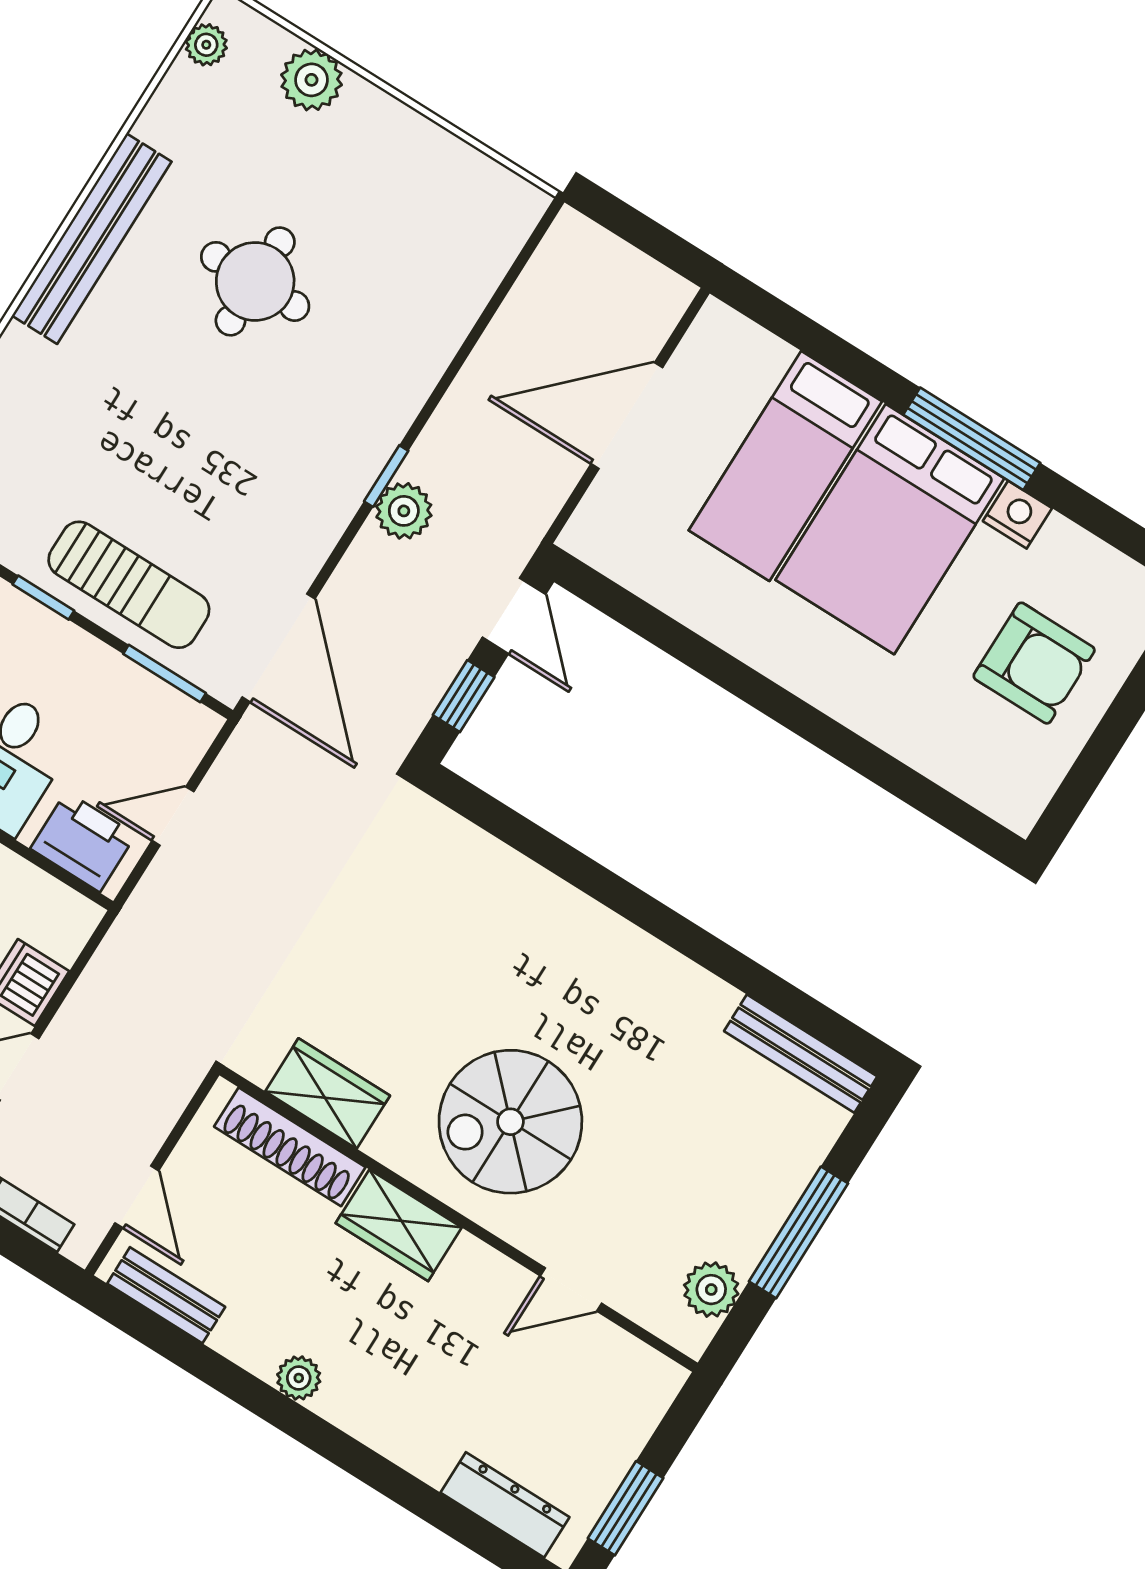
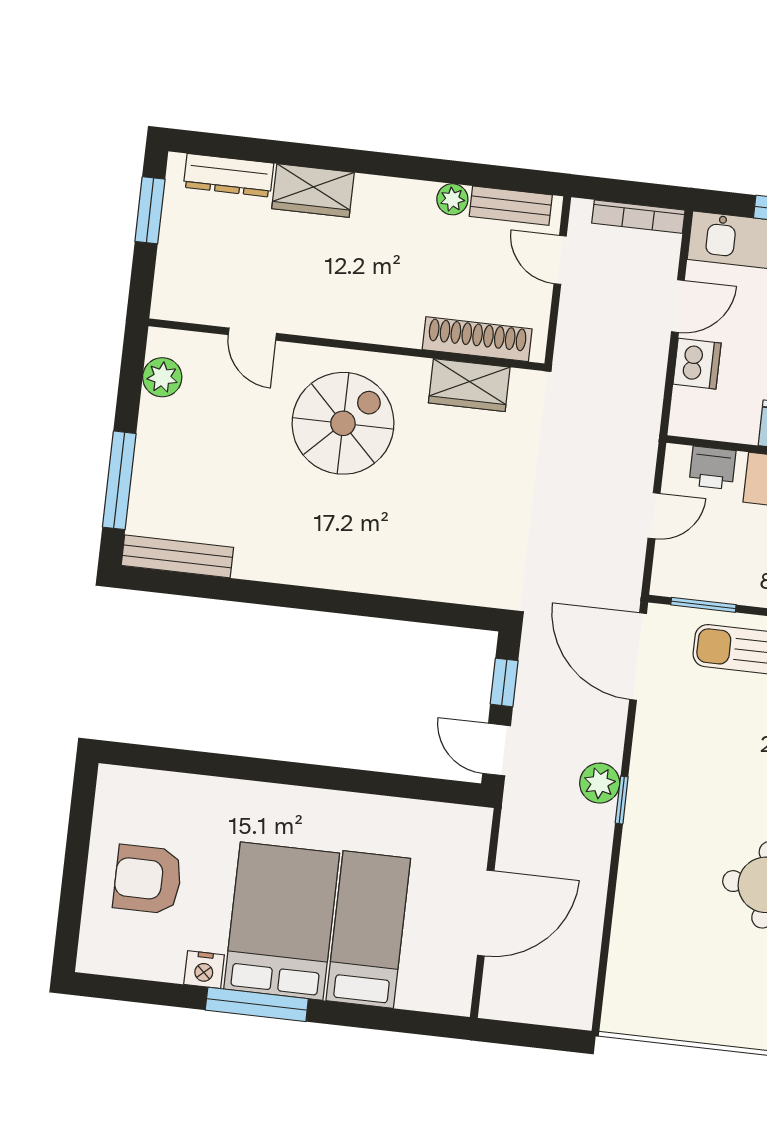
printer: (83, 842) -> (712, 468), width x0.73, depth x0.81
wardrobe: (399, 1225) -> (313, 190), moved, turned 180
window: (799, 1232) -> (119, 480), moved
door: (571, 1290) -> (252, 334), swing flipped
plant: (299, 1378) -> (452, 199), moved

